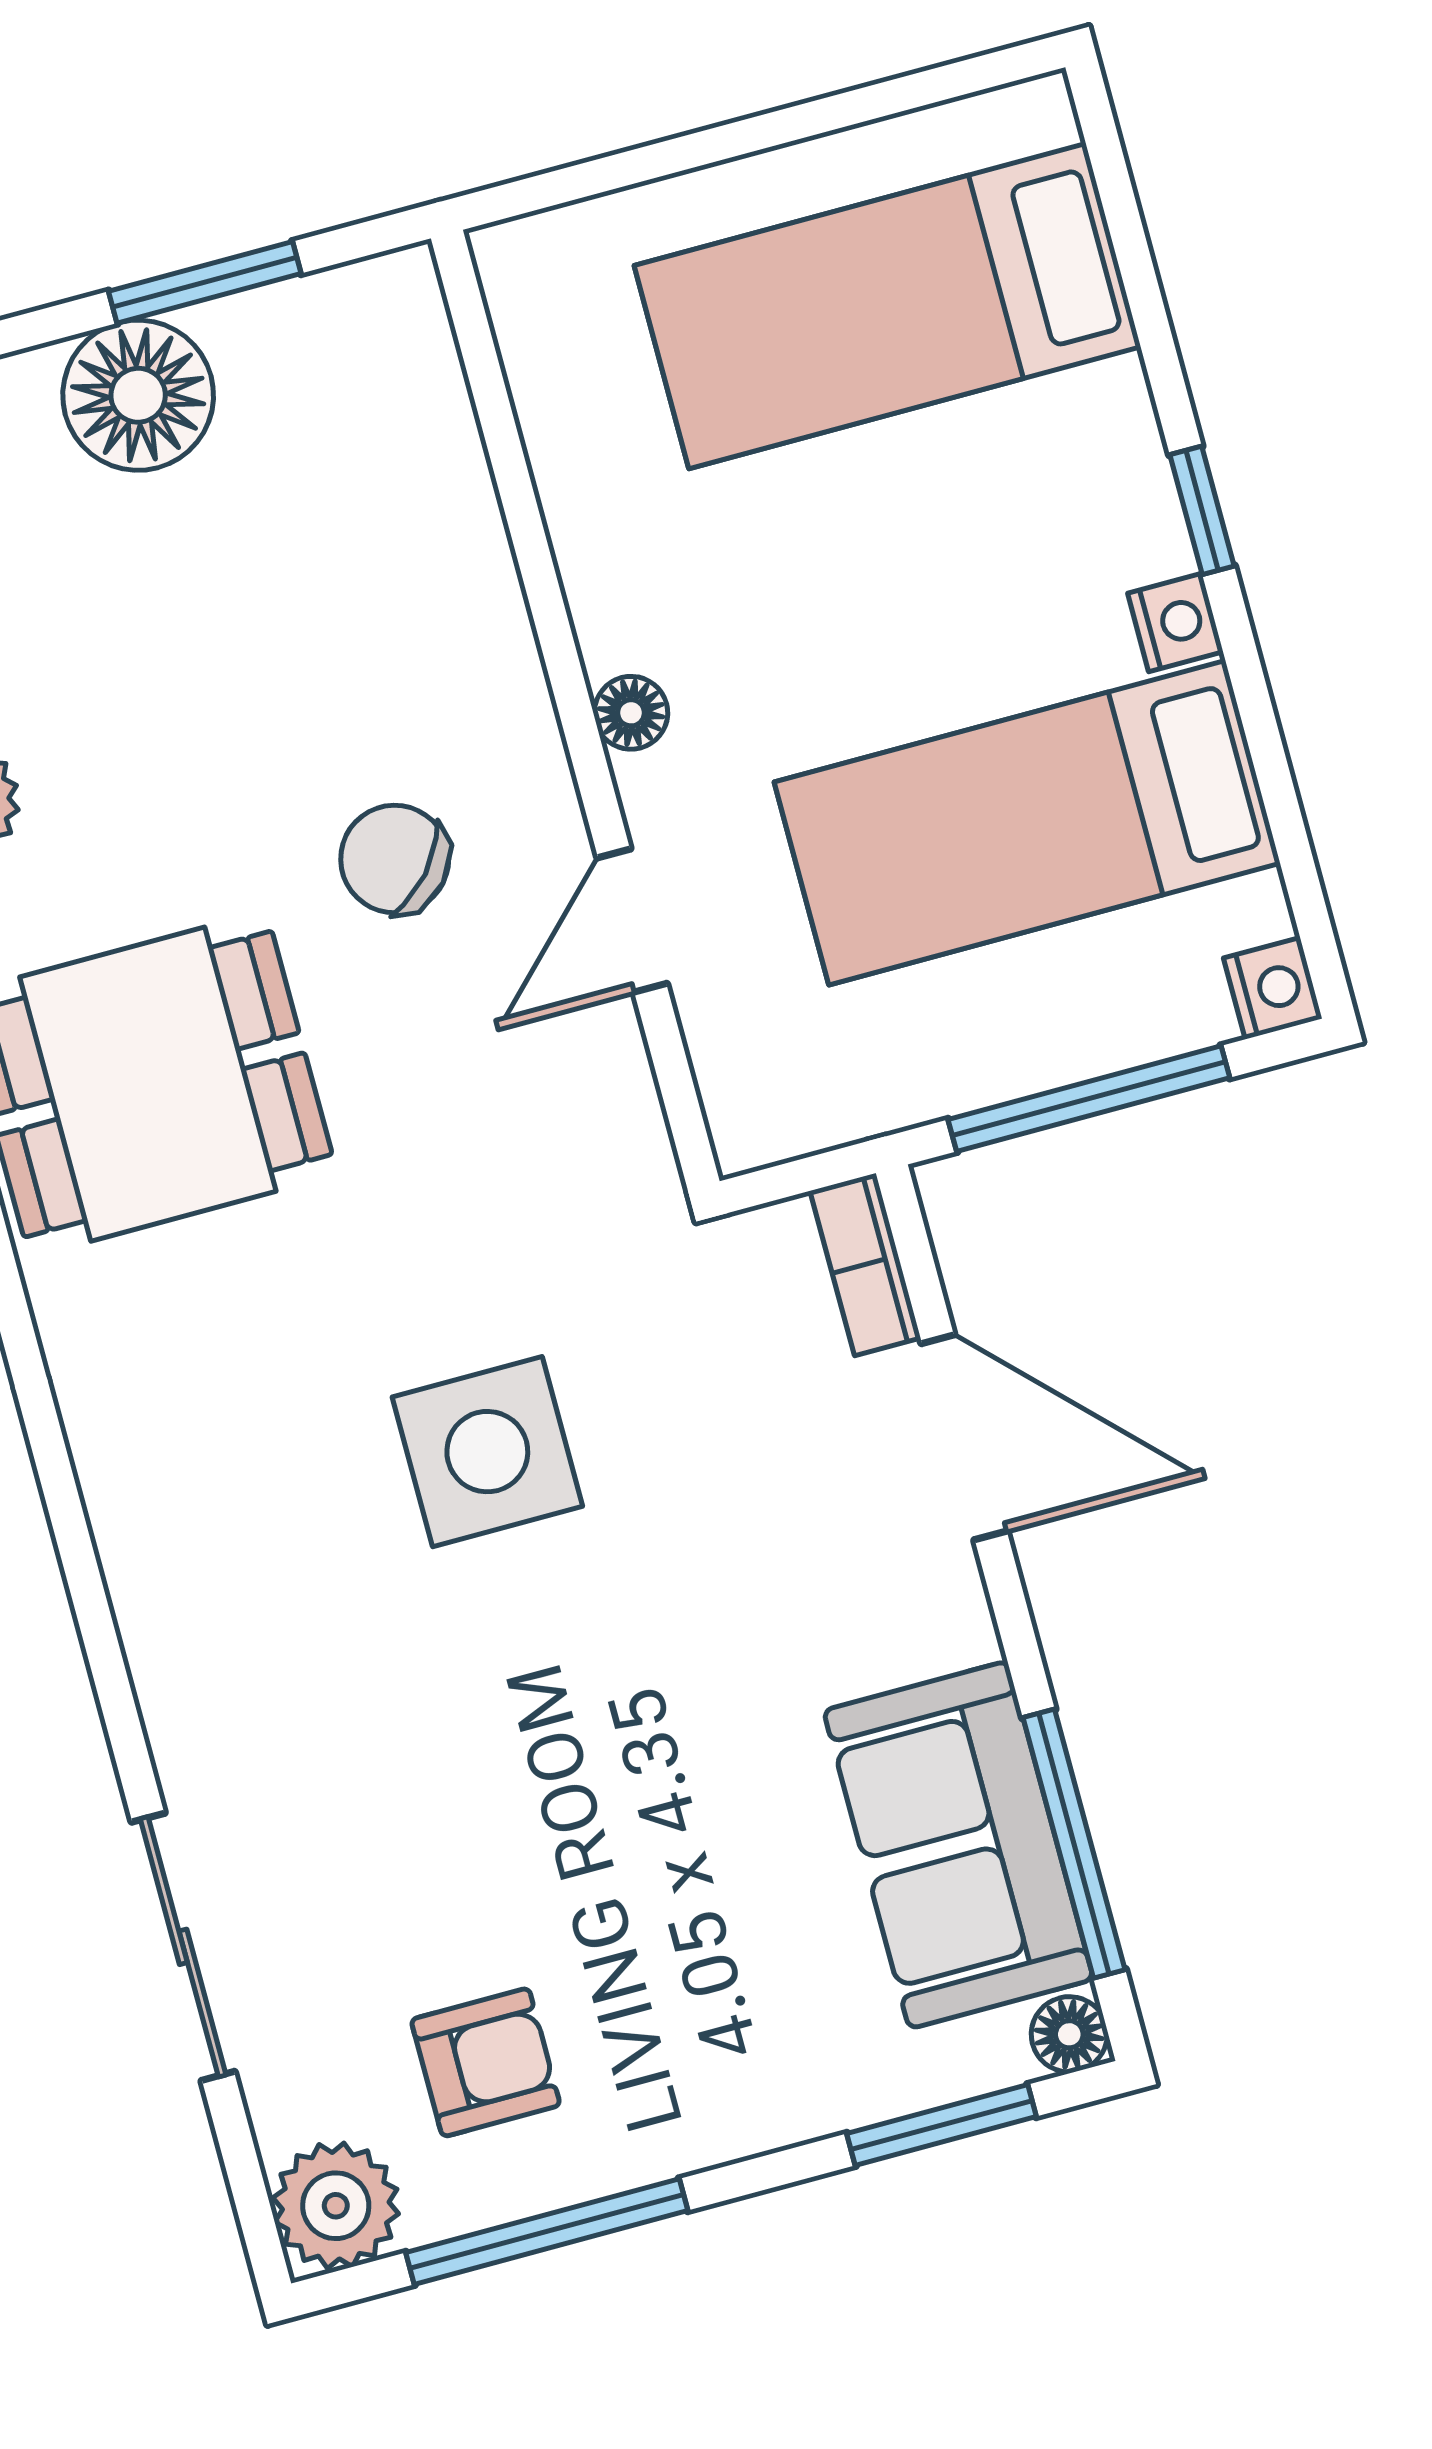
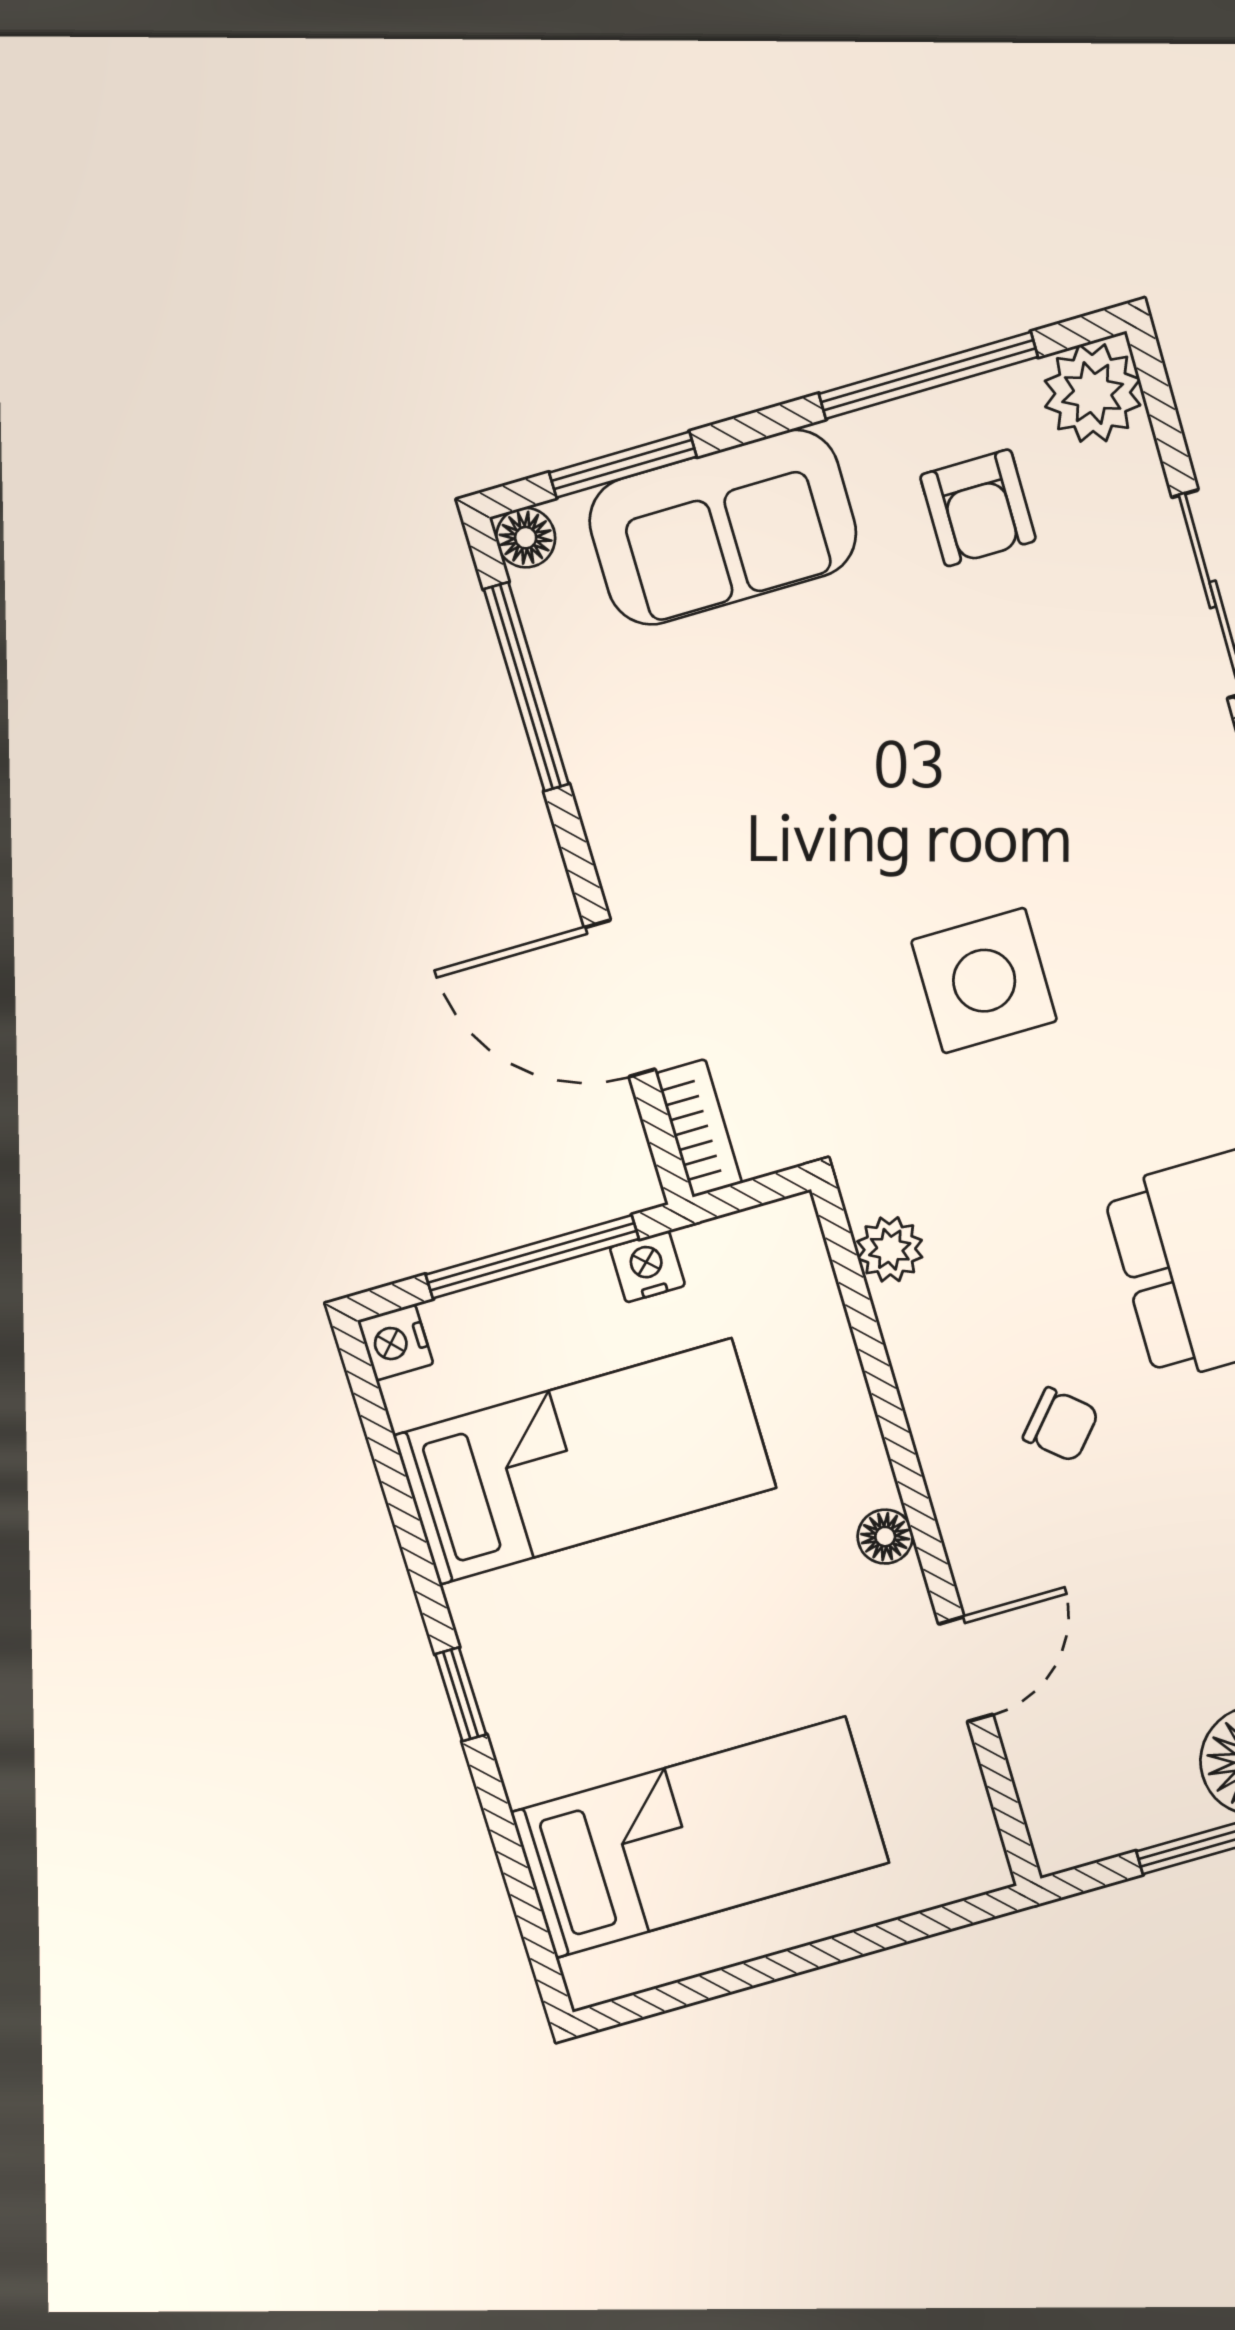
nightstand: (1175, 622) -> (647, 1267), moved, turned 90
chair: (395, 859) -> (1061, 1425), width x0.73, depth x0.73
door: (632, 921) -> (966, 1669), moved
plant: (618, 1099) -> (890, 1249), added
sofa: (958, 1845) -> (723, 527), moved, turned 90
armchair: (486, 2062) -> (978, 508), turned -90

